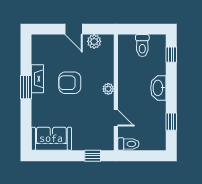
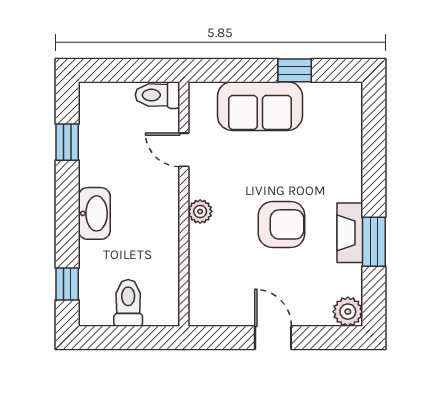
plant: (94, 41) -> (348, 312), moved
window: (26, 87) -> (374, 242), moved
sofa: (51, 139) -> (260, 106), moved
window: (93, 156) -> (295, 70), moved

